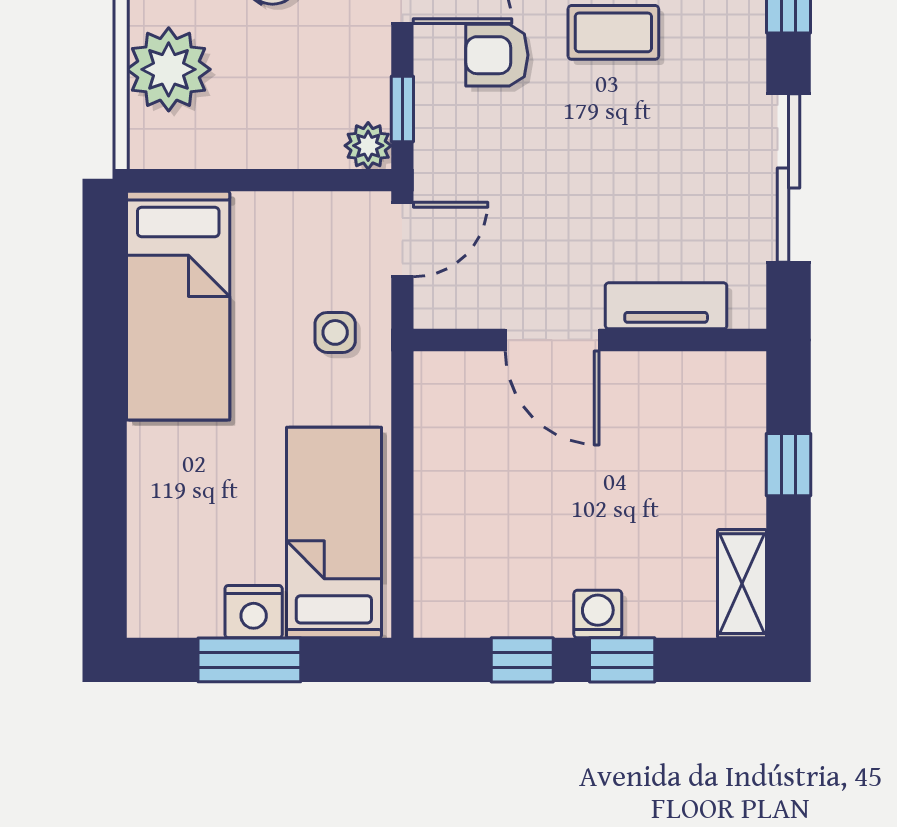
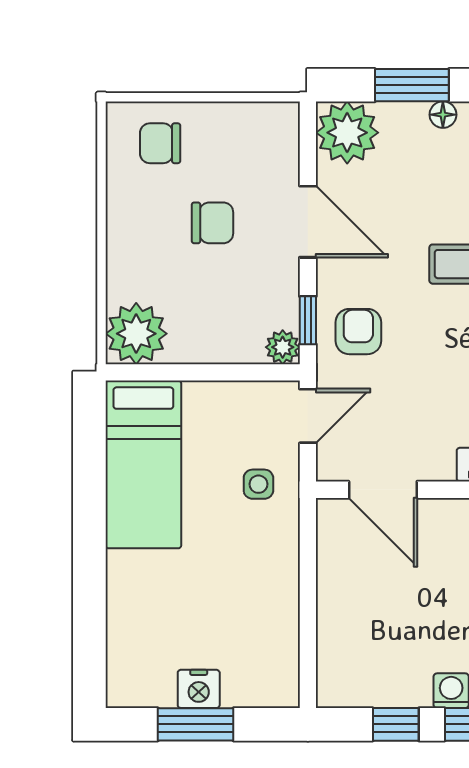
armchair: (497, 55) -> (358, 332), moved, turned 90
plant: (169, 69) -> (136, 334), moved
door: (552, 340) -> (383, 490), moved
bed: (334, 532) -> (258, 631), removed

